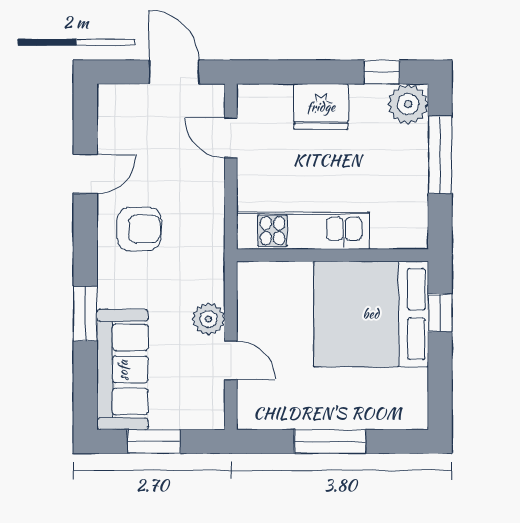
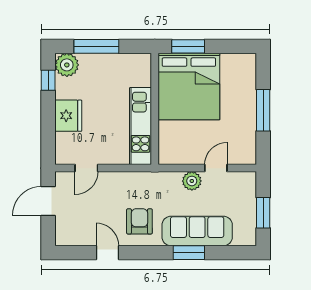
window: (440, 313) -> (188, 46), width x1.50
sofa: (123, 370) -> (197, 231), moved

